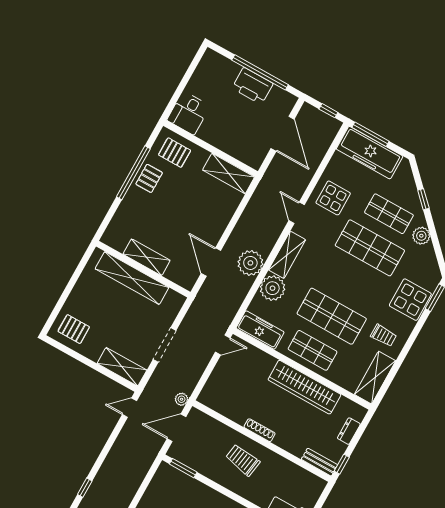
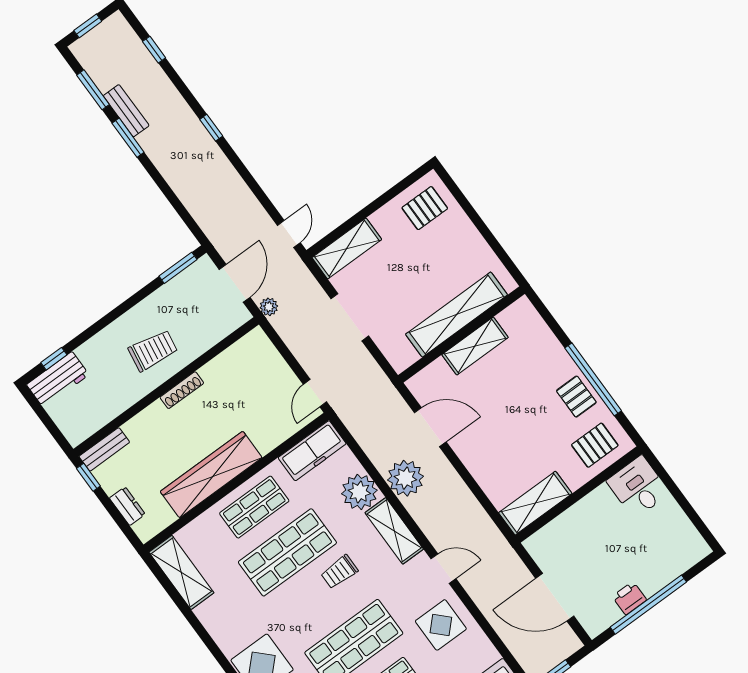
printer: (252, 86) -> (629, 598), width x0.53, depth x0.68
trolley: (384, 335) -> (339, 572), moved

